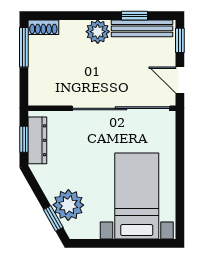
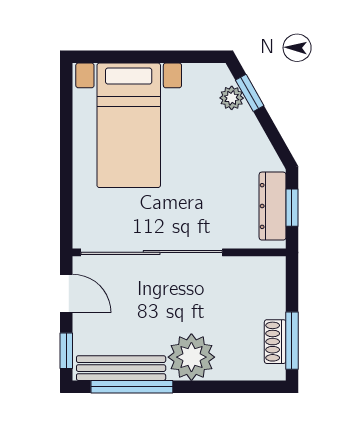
window: (134, 16) -> (132, 387), width x2.17
shoe rack: (43, 27) -> (275, 342), moved, turned -90
plant: (98, 32) -> (191, 357), width x1.36, depth x1.36
plant: (68, 205) -> (232, 98), width x0.53, depth x0.53

